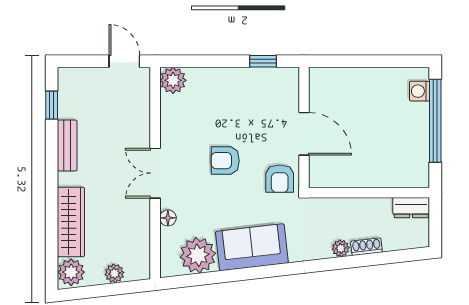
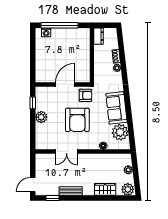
door: (124, 61) -> (33, 185), moved
plant: (173, 80) -> (41, 117), moved
armchair: (225, 161) -> (77, 120), width x1.88, depth x1.88
double door: (155, 173) -> (67, 151), moved
wardrobe: (71, 222) -> (105, 189), width x0.67

